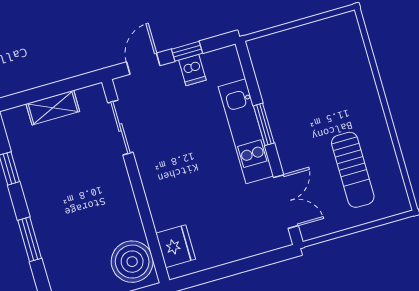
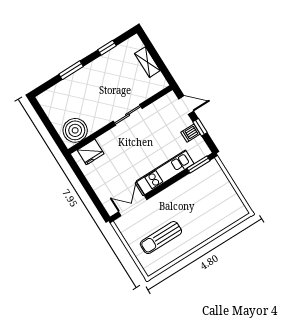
window: (264, 124) -> (199, 164), moved
sliding door: (120, 128) -> (128, 115), moved
double door: (286, 202) -> (133, 206), swing flipped

